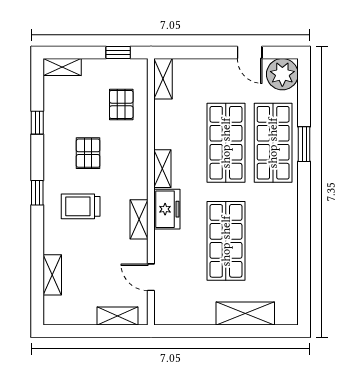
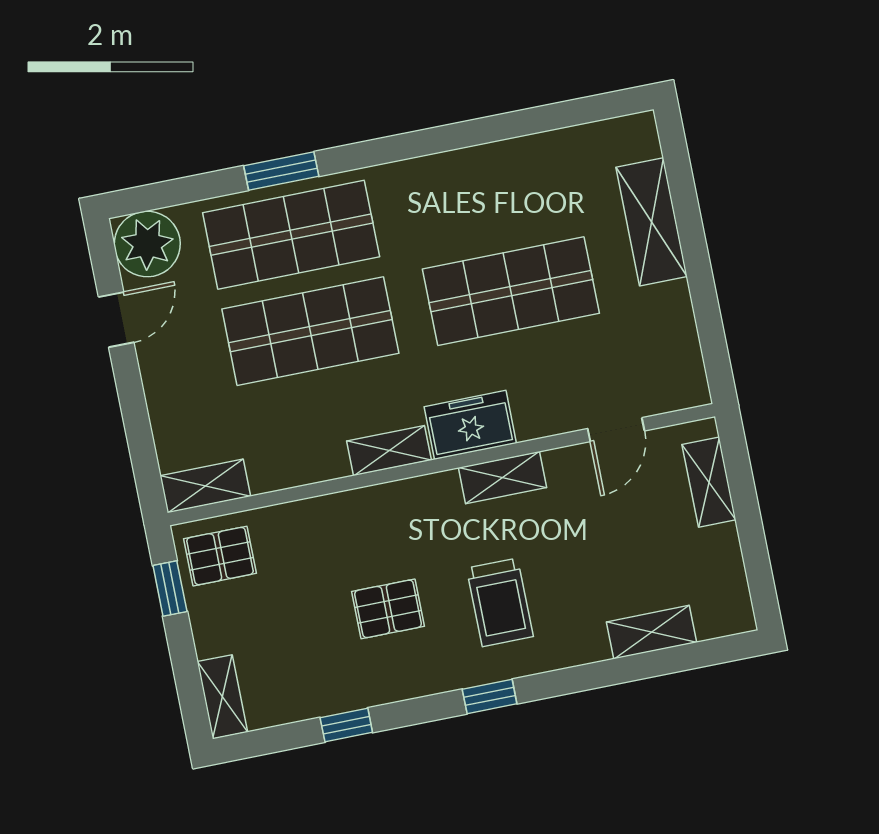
pallet: (121, 104) -> (220, 556), moved

